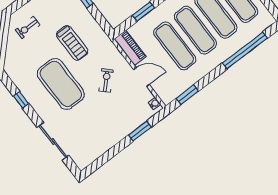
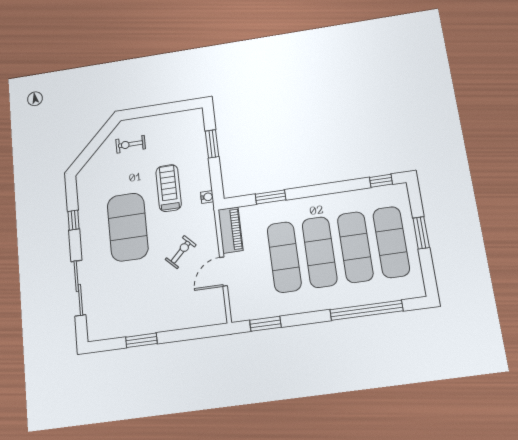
treadmill: (72, 43) -> (169, 188), turned 180
door: (141, 77) -> (223, 272), swing flipped
water cooler: (154, 104) -> (207, 197), moved
window: (140, 131) -> (141, 340), moved

